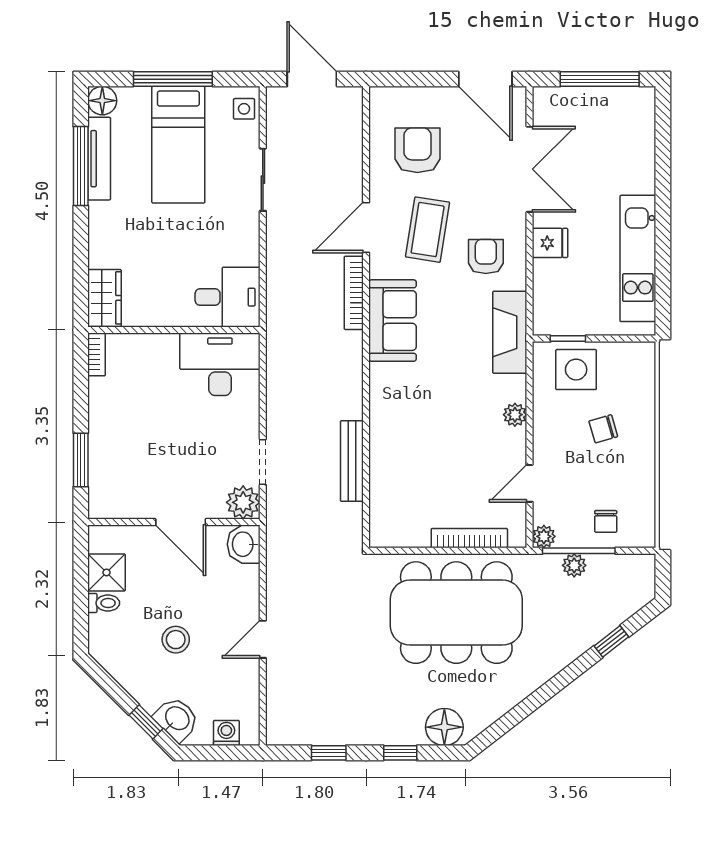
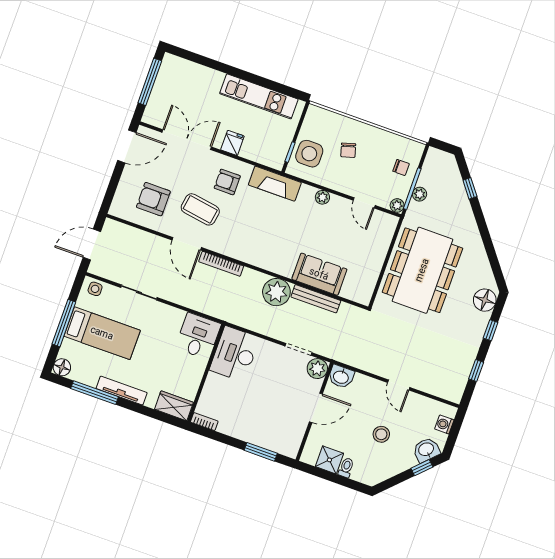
tv unit: (99, 159) -> (122, 391), moved
sofa: (393, 321) -> (319, 274), moved
plant: (340, 395) -> (276, 292), added
bookcase: (469, 538) -> (383, 248), removed

